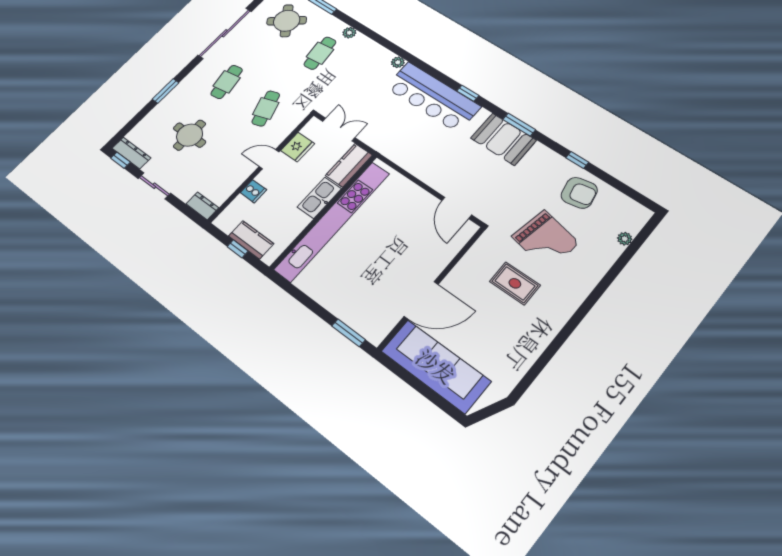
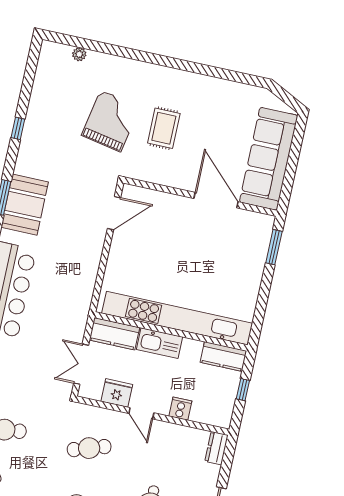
armchair: (579, 193) -> (51, 112), removed
kitchen counter: (251, 240) -> (223, 357), moved, turned -90

